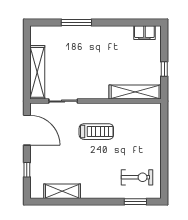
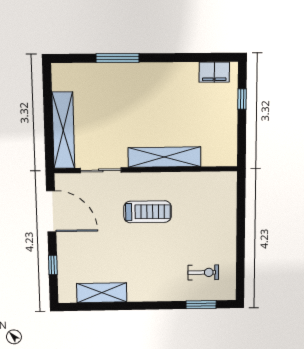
window: (164, 69) -> (242, 99), moved
shelving: (135, 92) -> (164, 157), moved
exercise bike: (137, 177) -> (203, 273), width x0.73, depth x0.72

